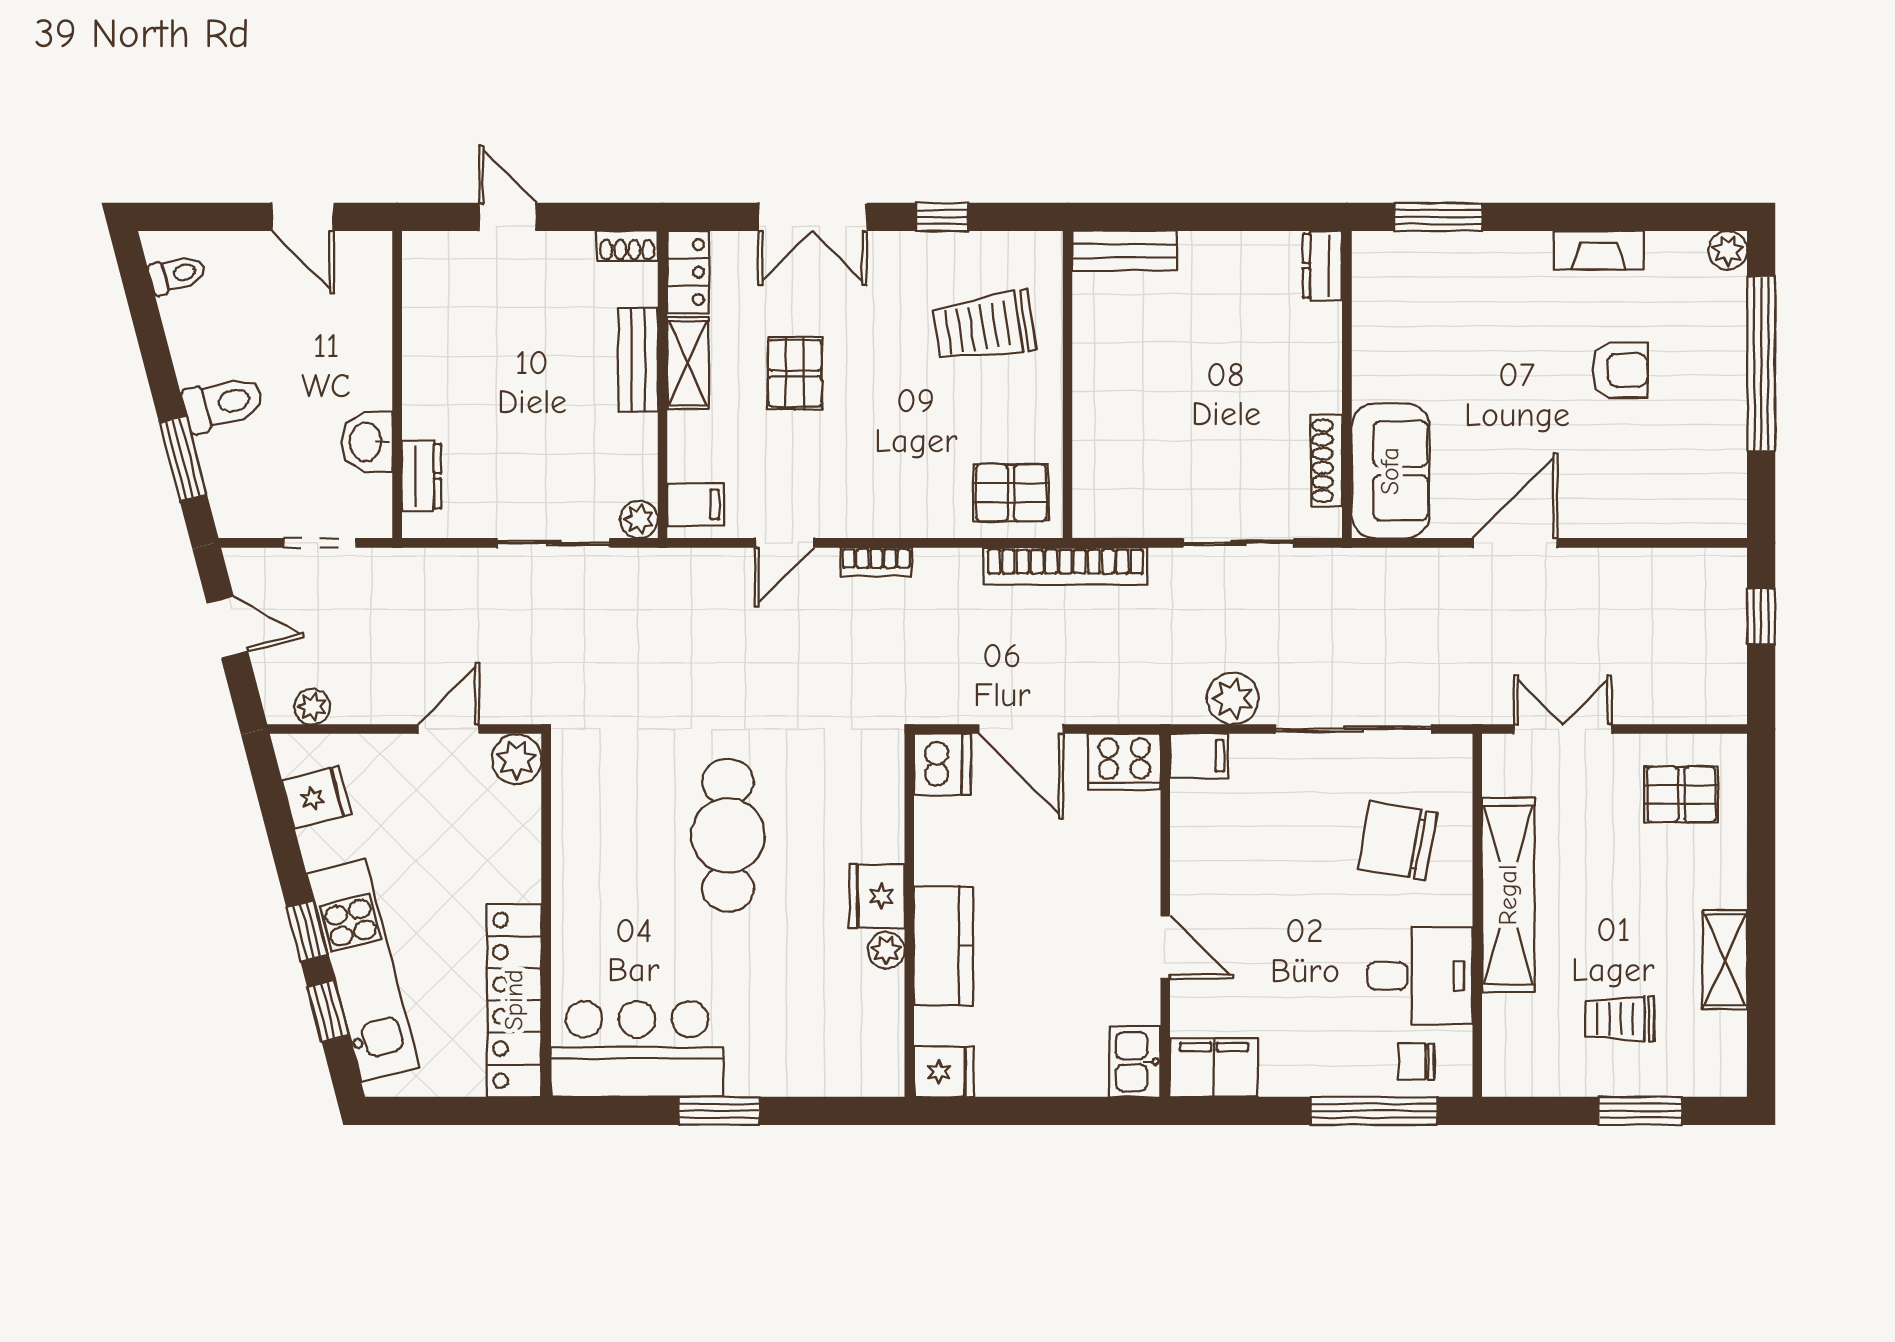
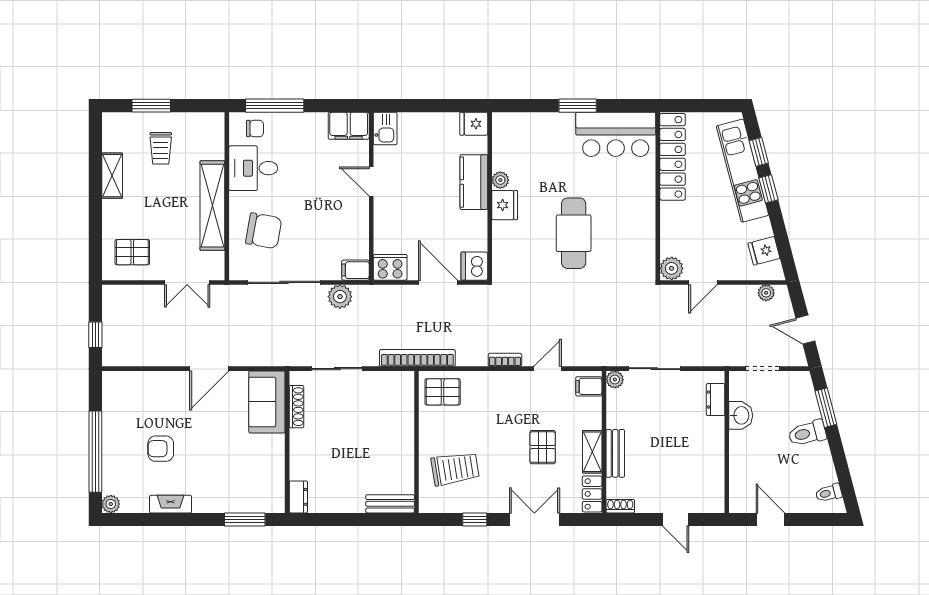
trolley: (1620, 1019) -> (161, 148), turned 90

